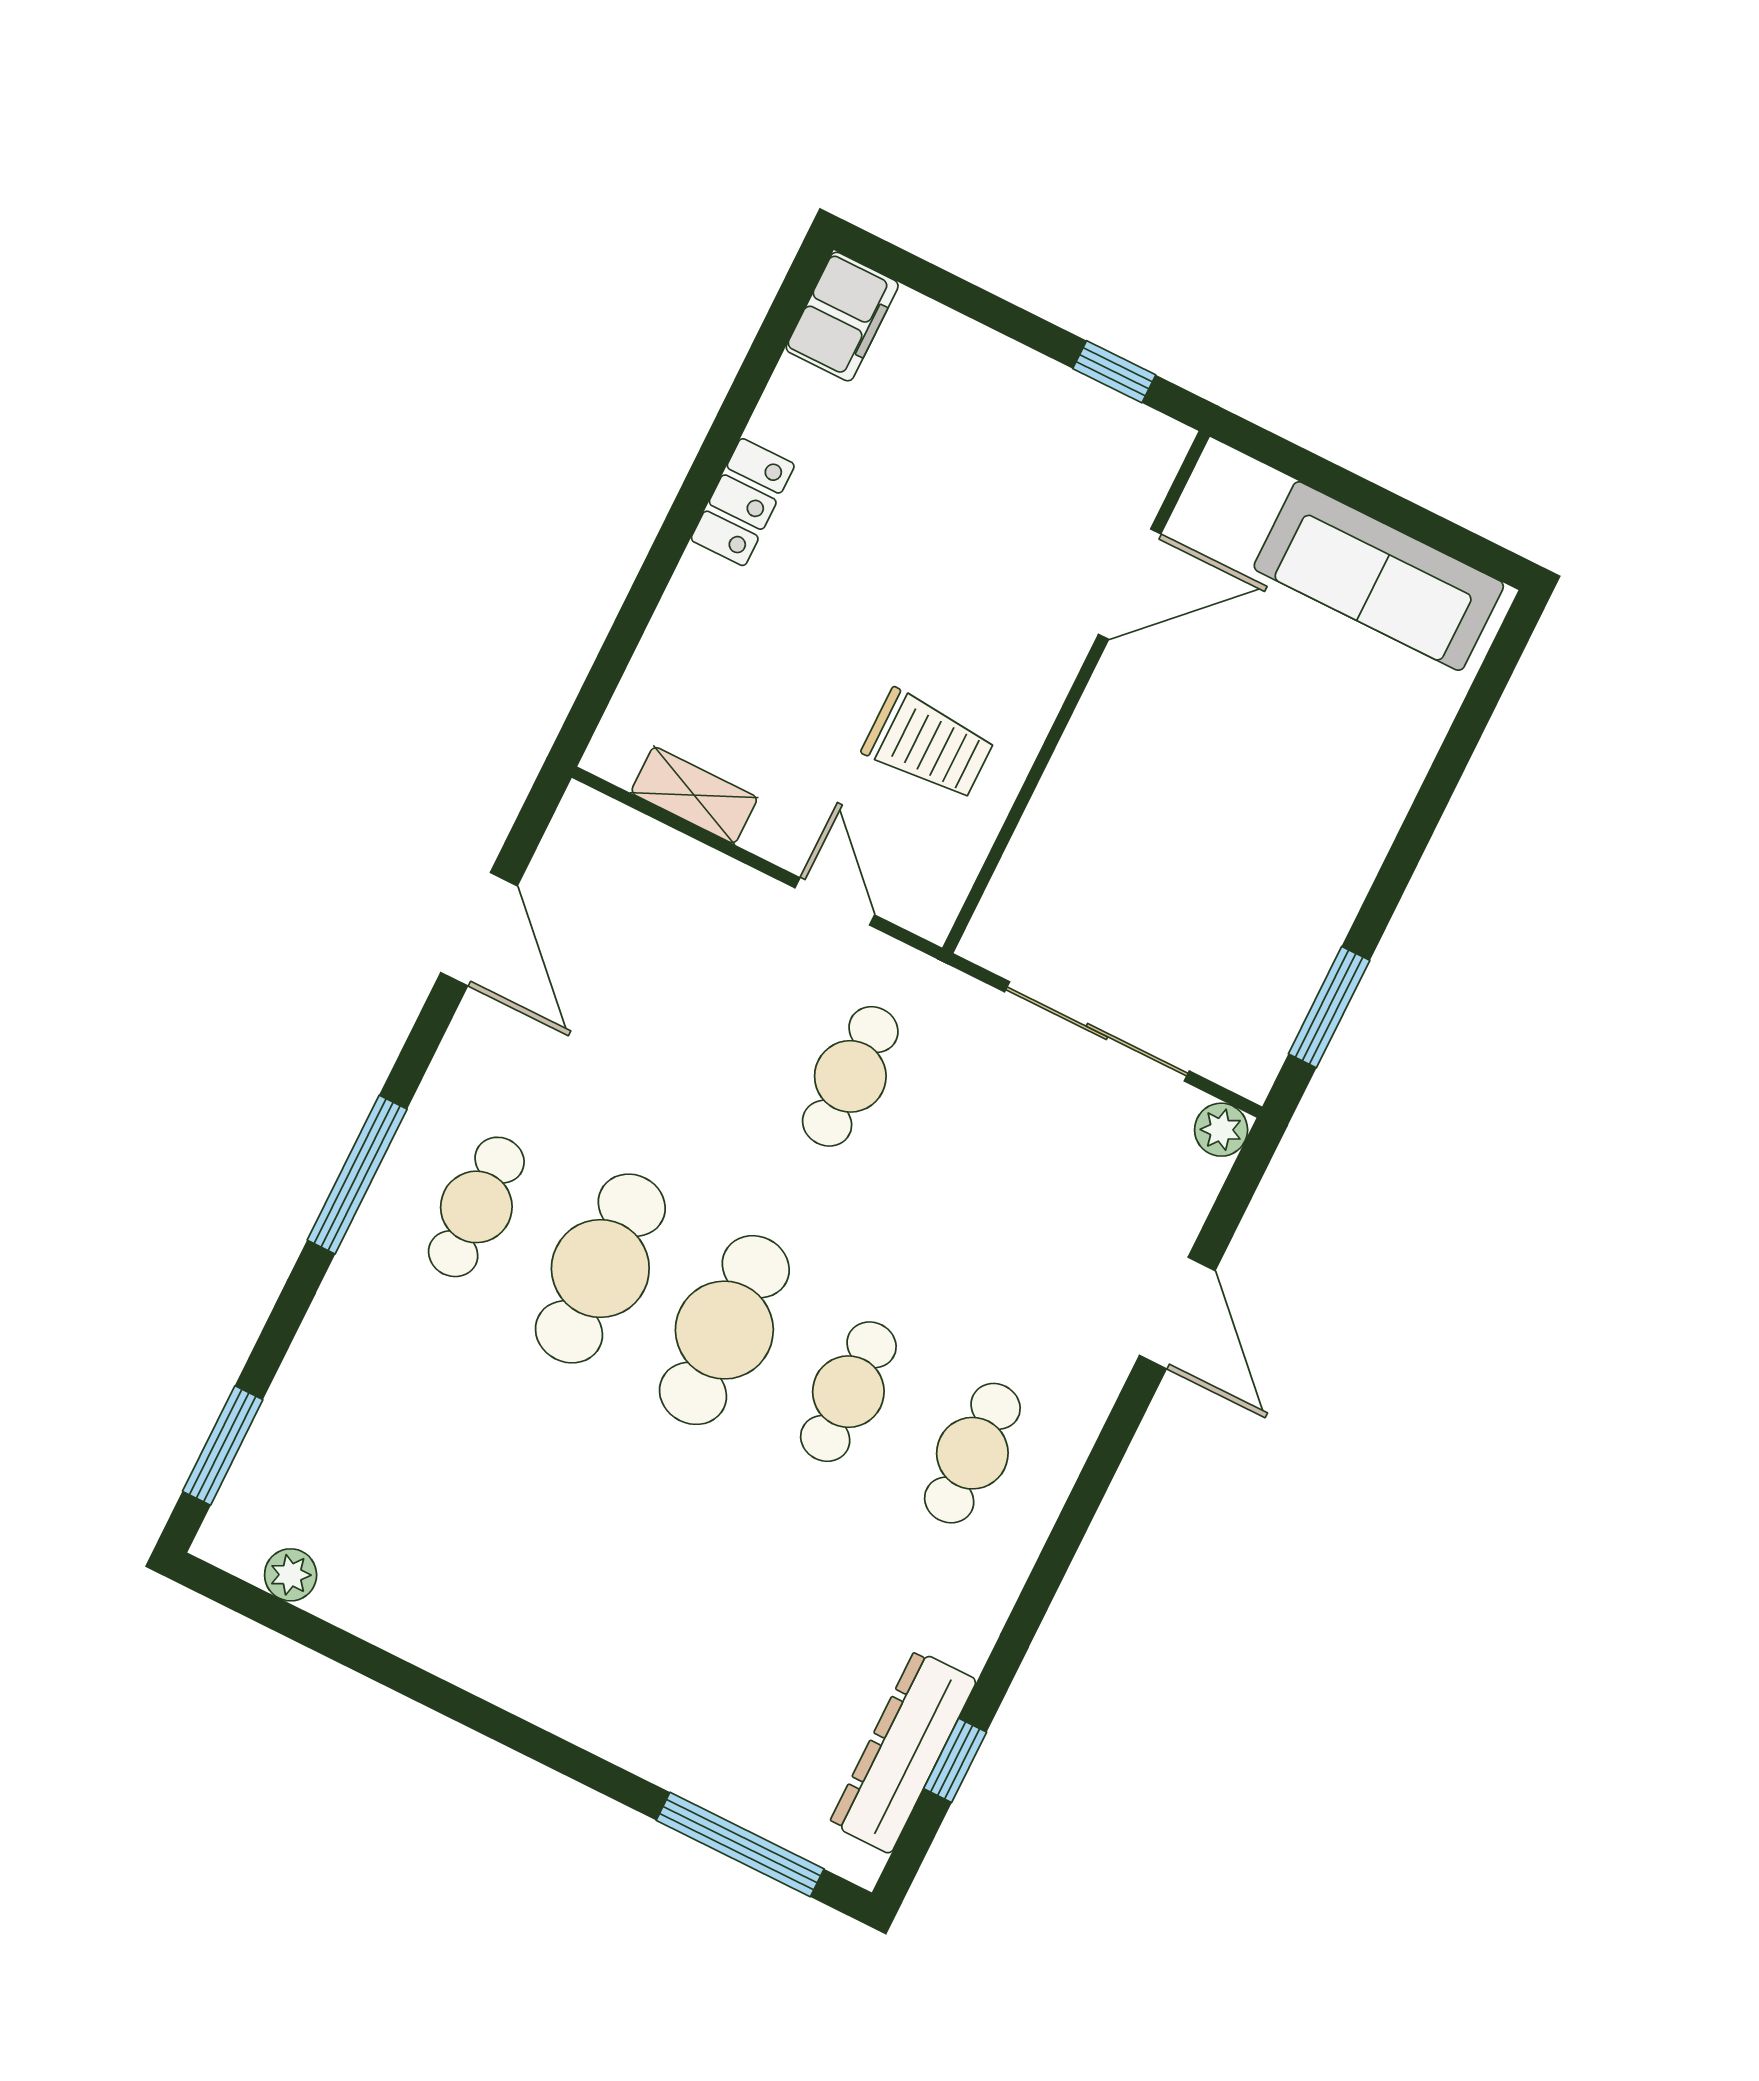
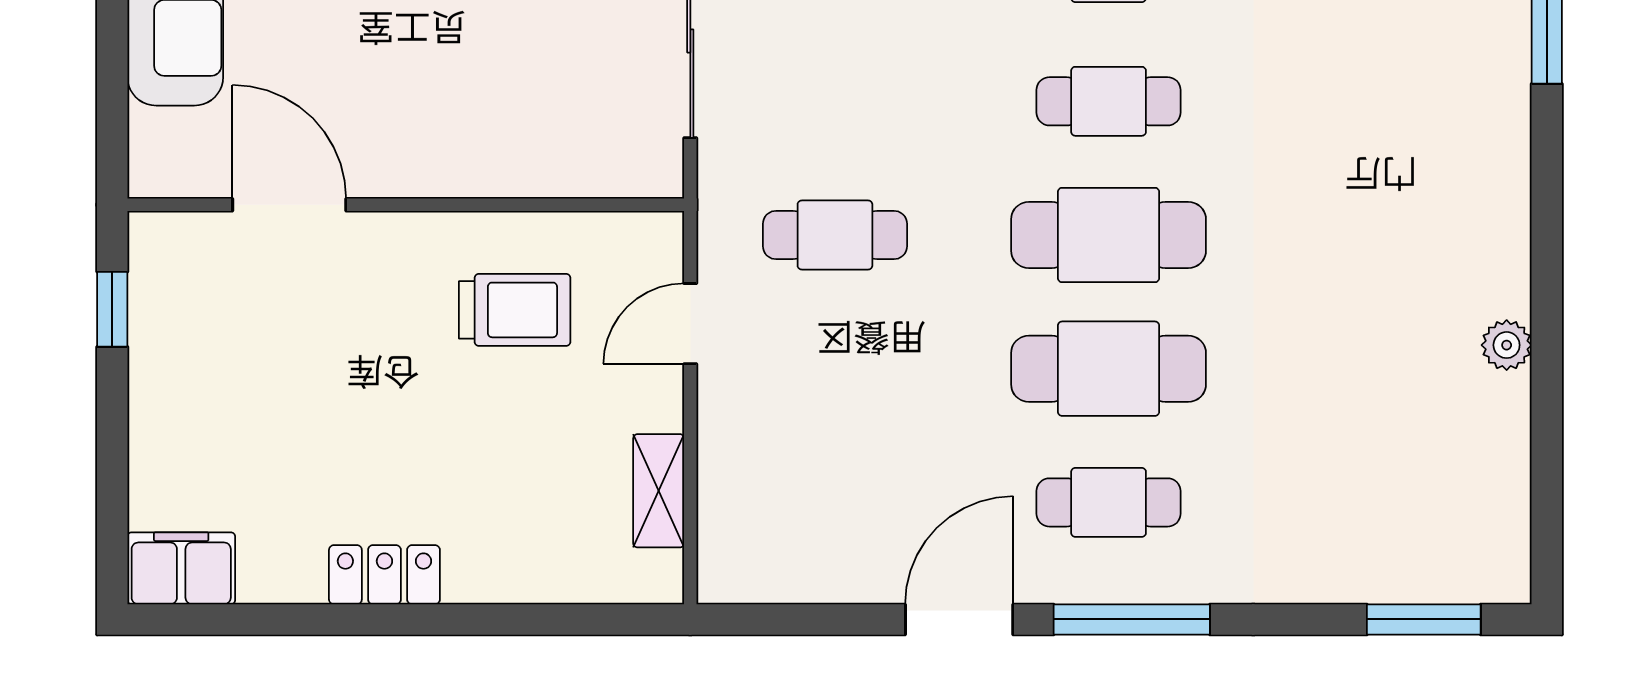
trolley: (928, 745) -> (515, 310), turned 90
door: (479, 929) -> (959, 619), moved
plant: (291, 1575) -> (1507, 345), moved

